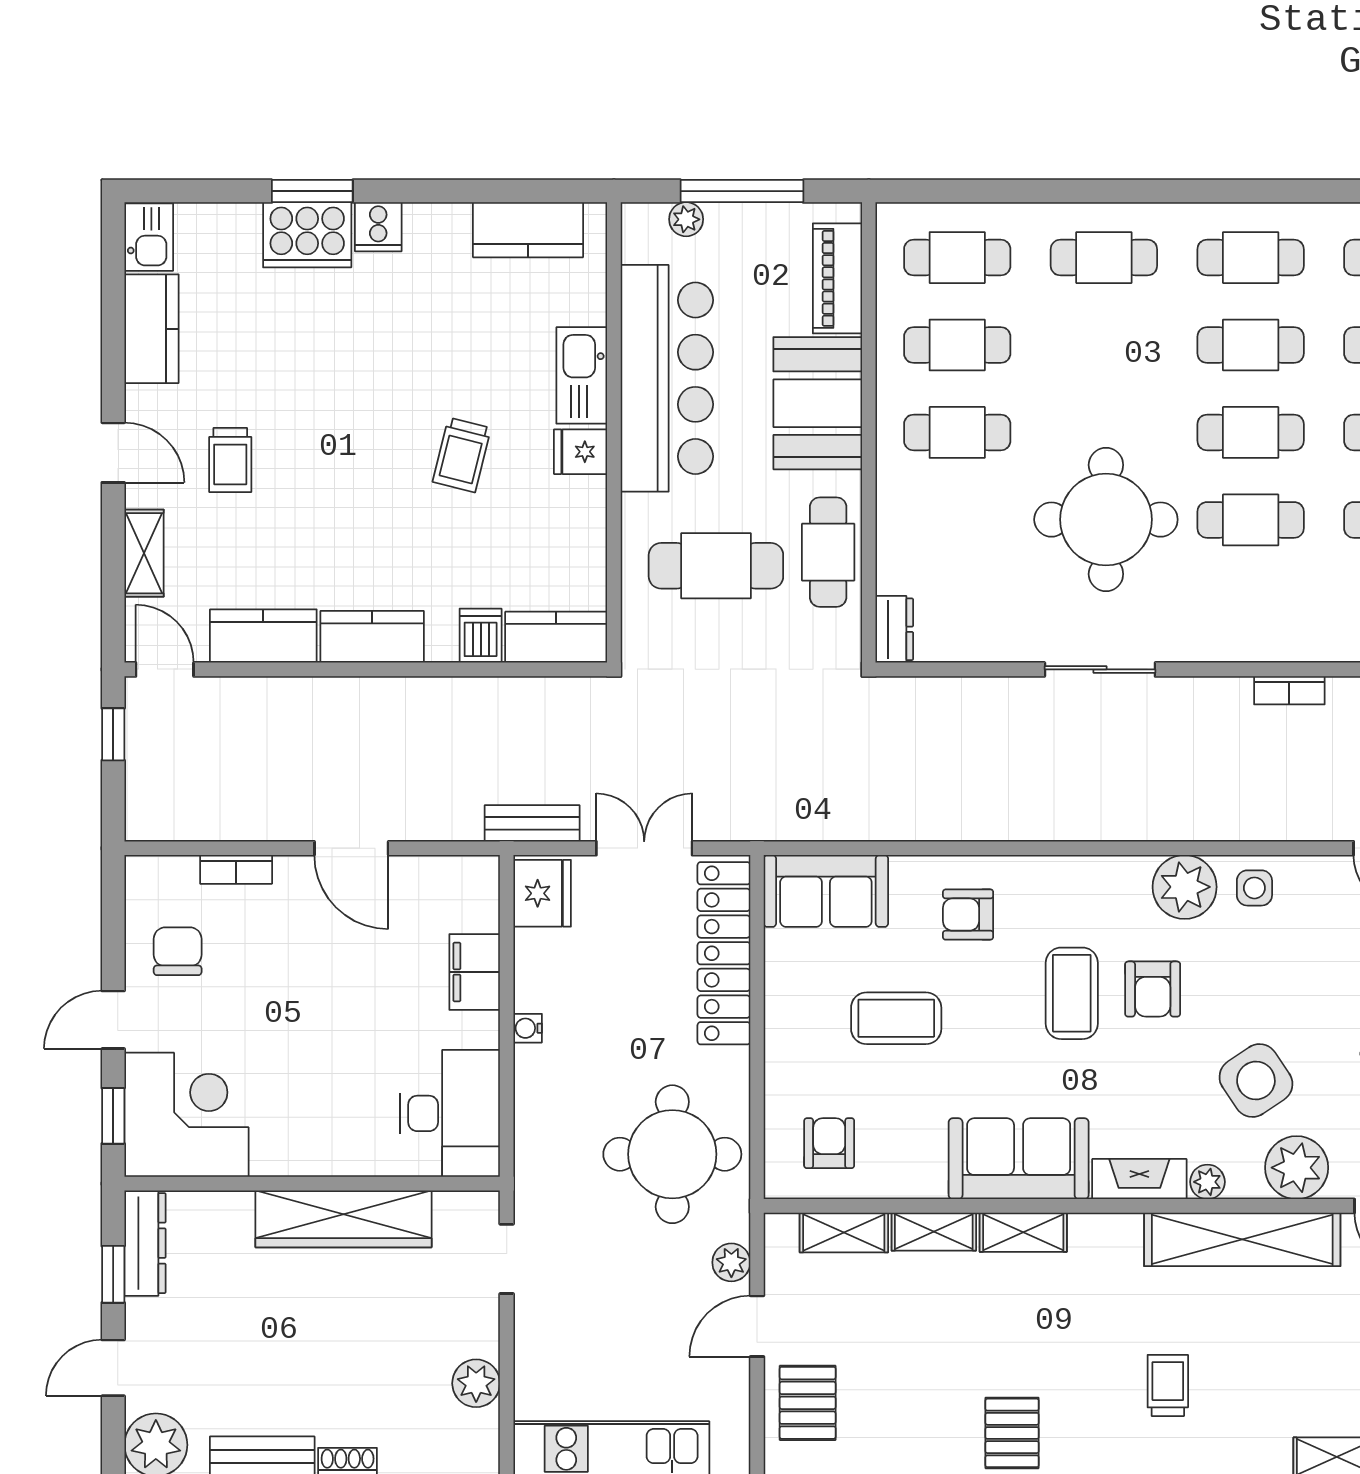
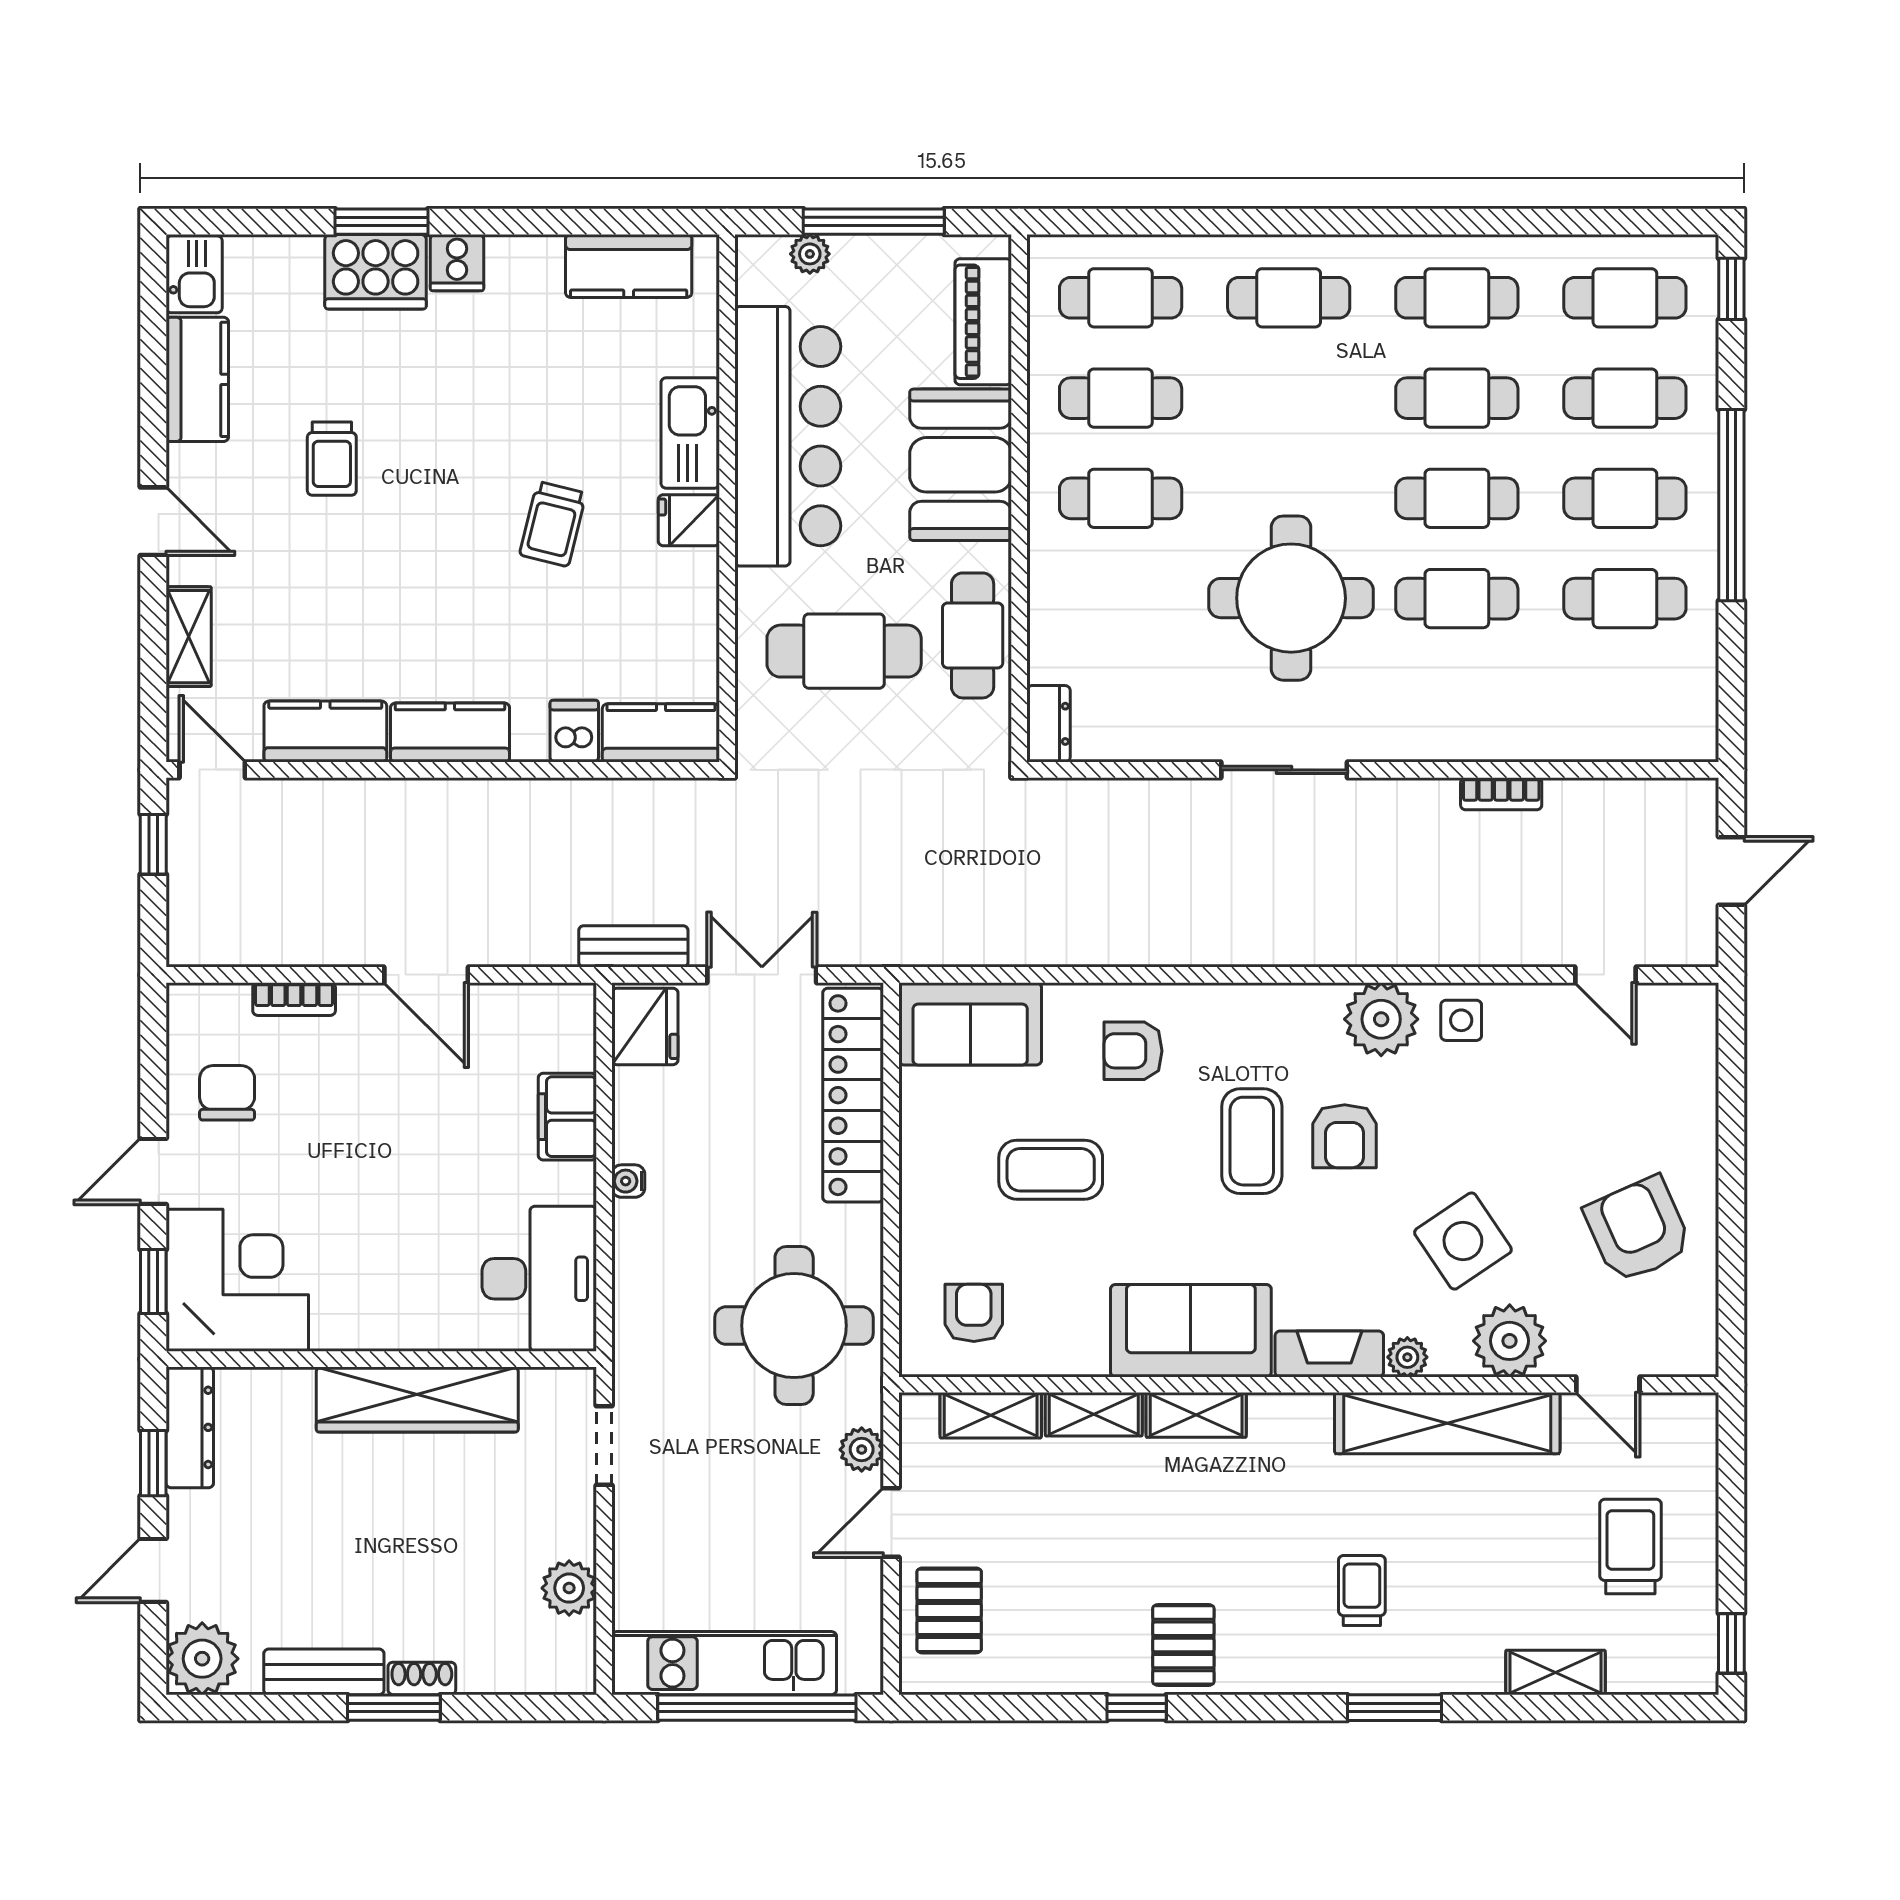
trolley: (230, 460) -> (332, 459), moved

